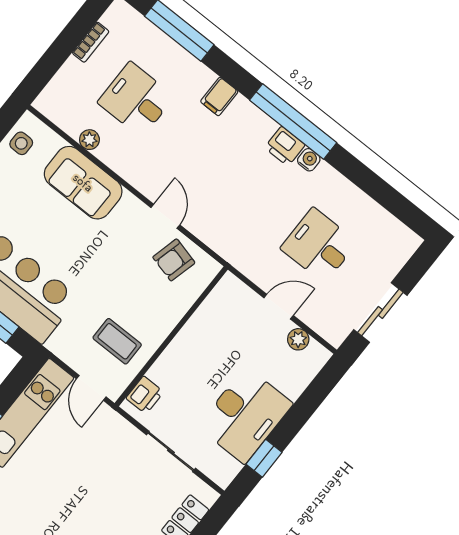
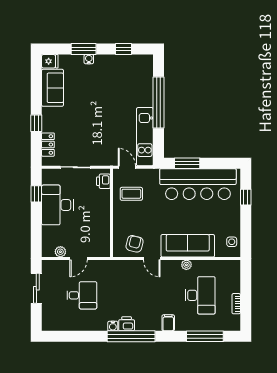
desk: (136, 99) -> (200, 295), width x1.37
plant: (89, 140) -> (186, 265), moved
sofa: (83, 183) -> (188, 246), width x1.36

